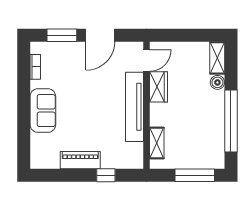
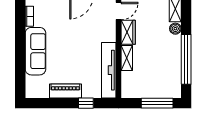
tv unit: (134, 107) -> (109, 70), moved
sofa: (43, 111) -> (35, 51), width x1.36
shelving: (157, 143) -> (127, 58), moved

